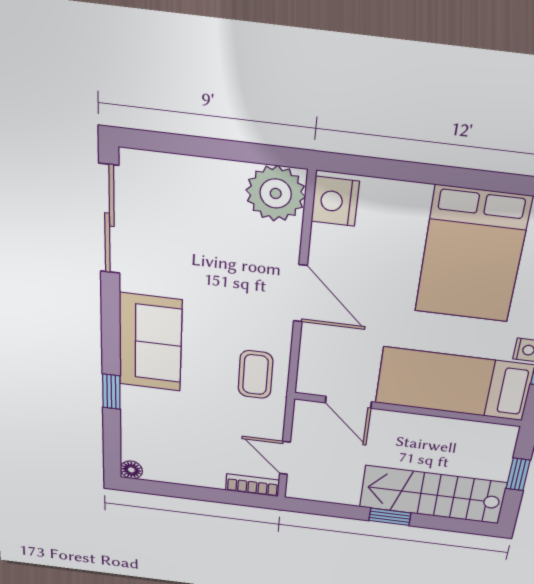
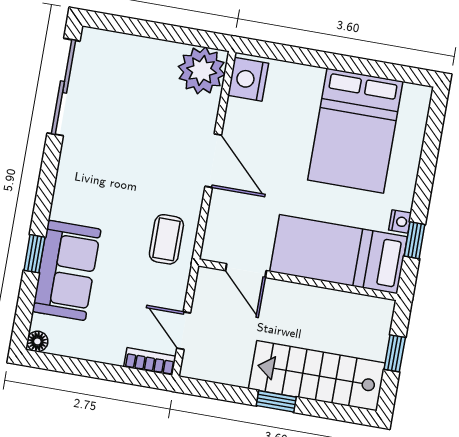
sofa: (150, 343) -> (67, 270), moved

